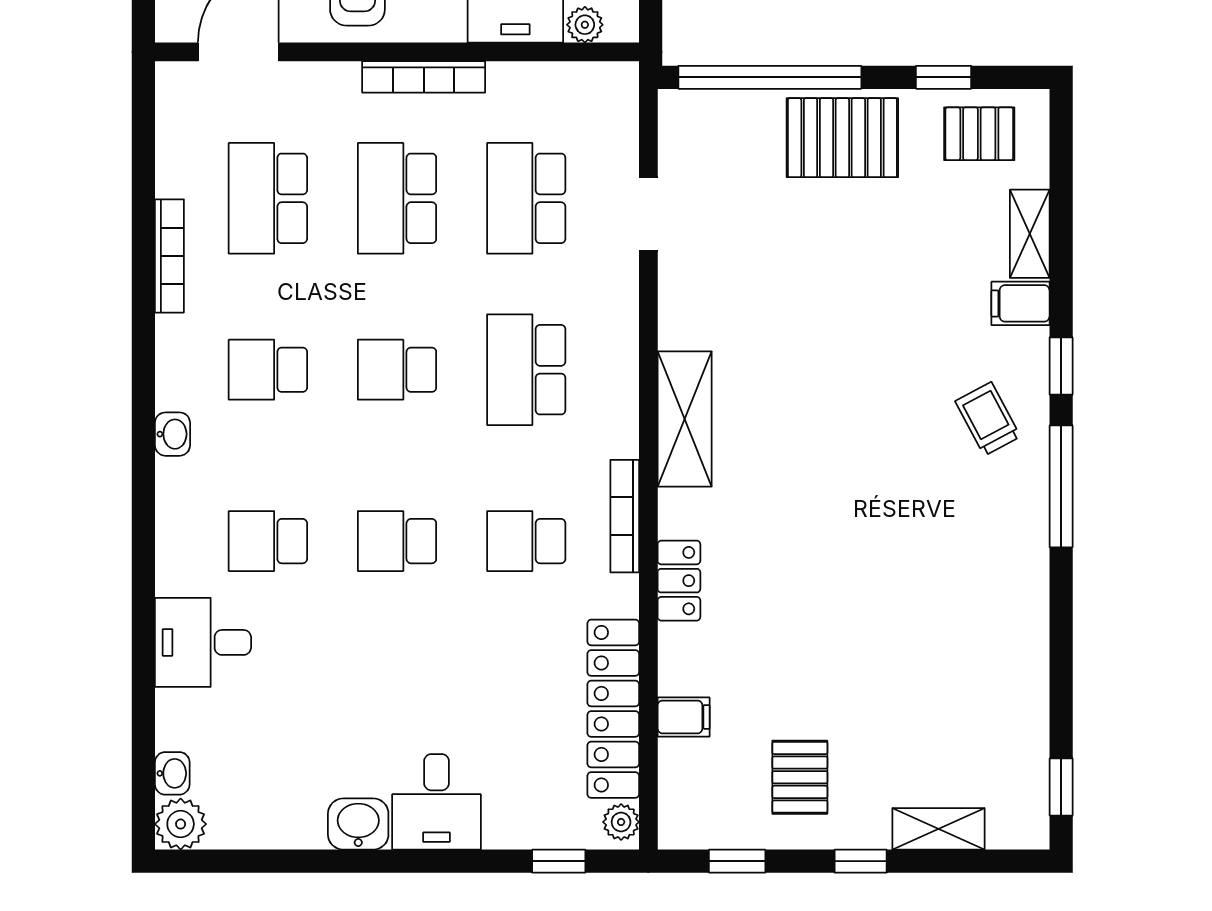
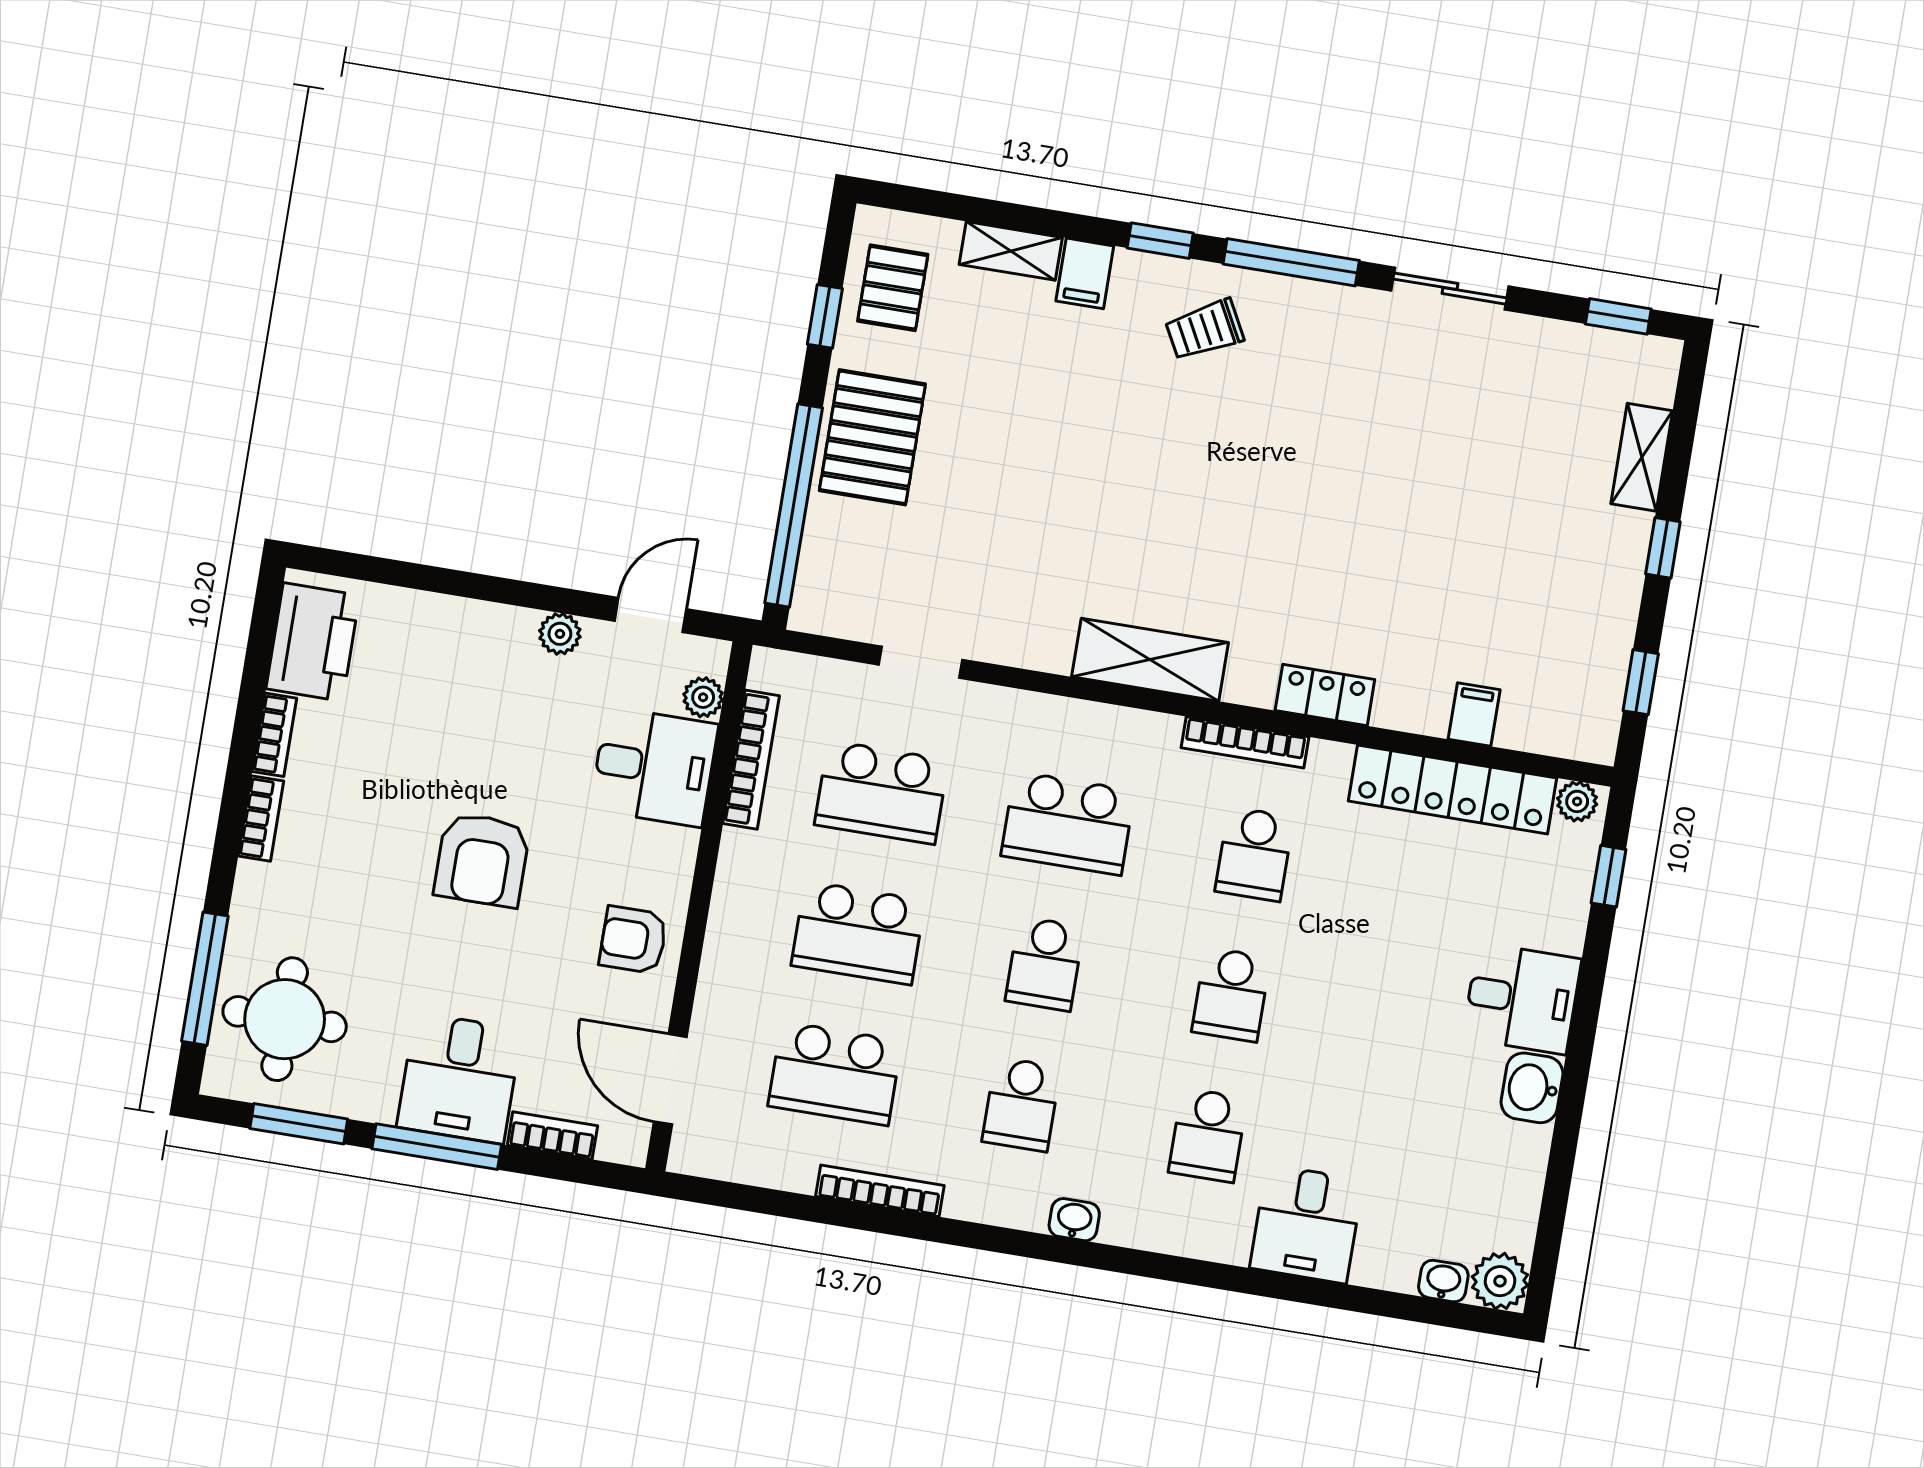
bookcase: (424, 77) -> (751, 760), moved
sliding door: (1061, 632) -> (1450, 289), added
pallet: (800, 777) -> (1561, 599), removed

